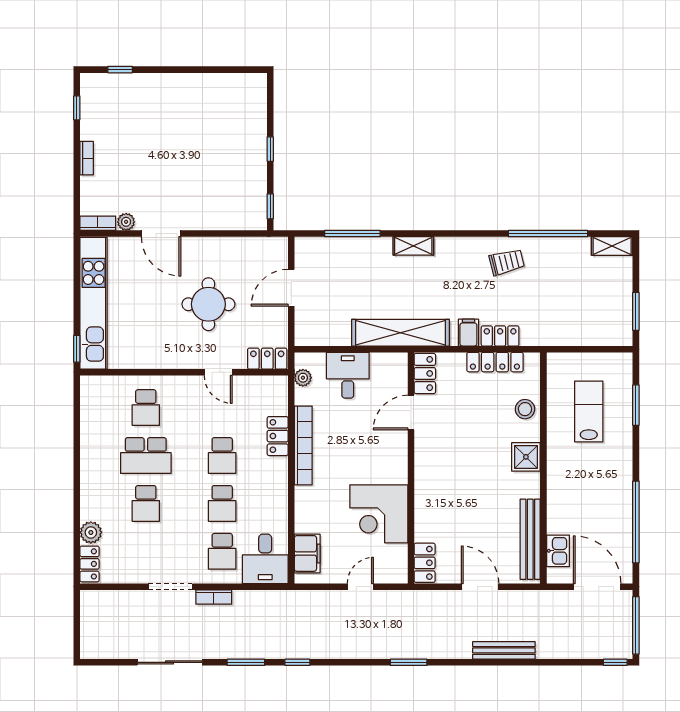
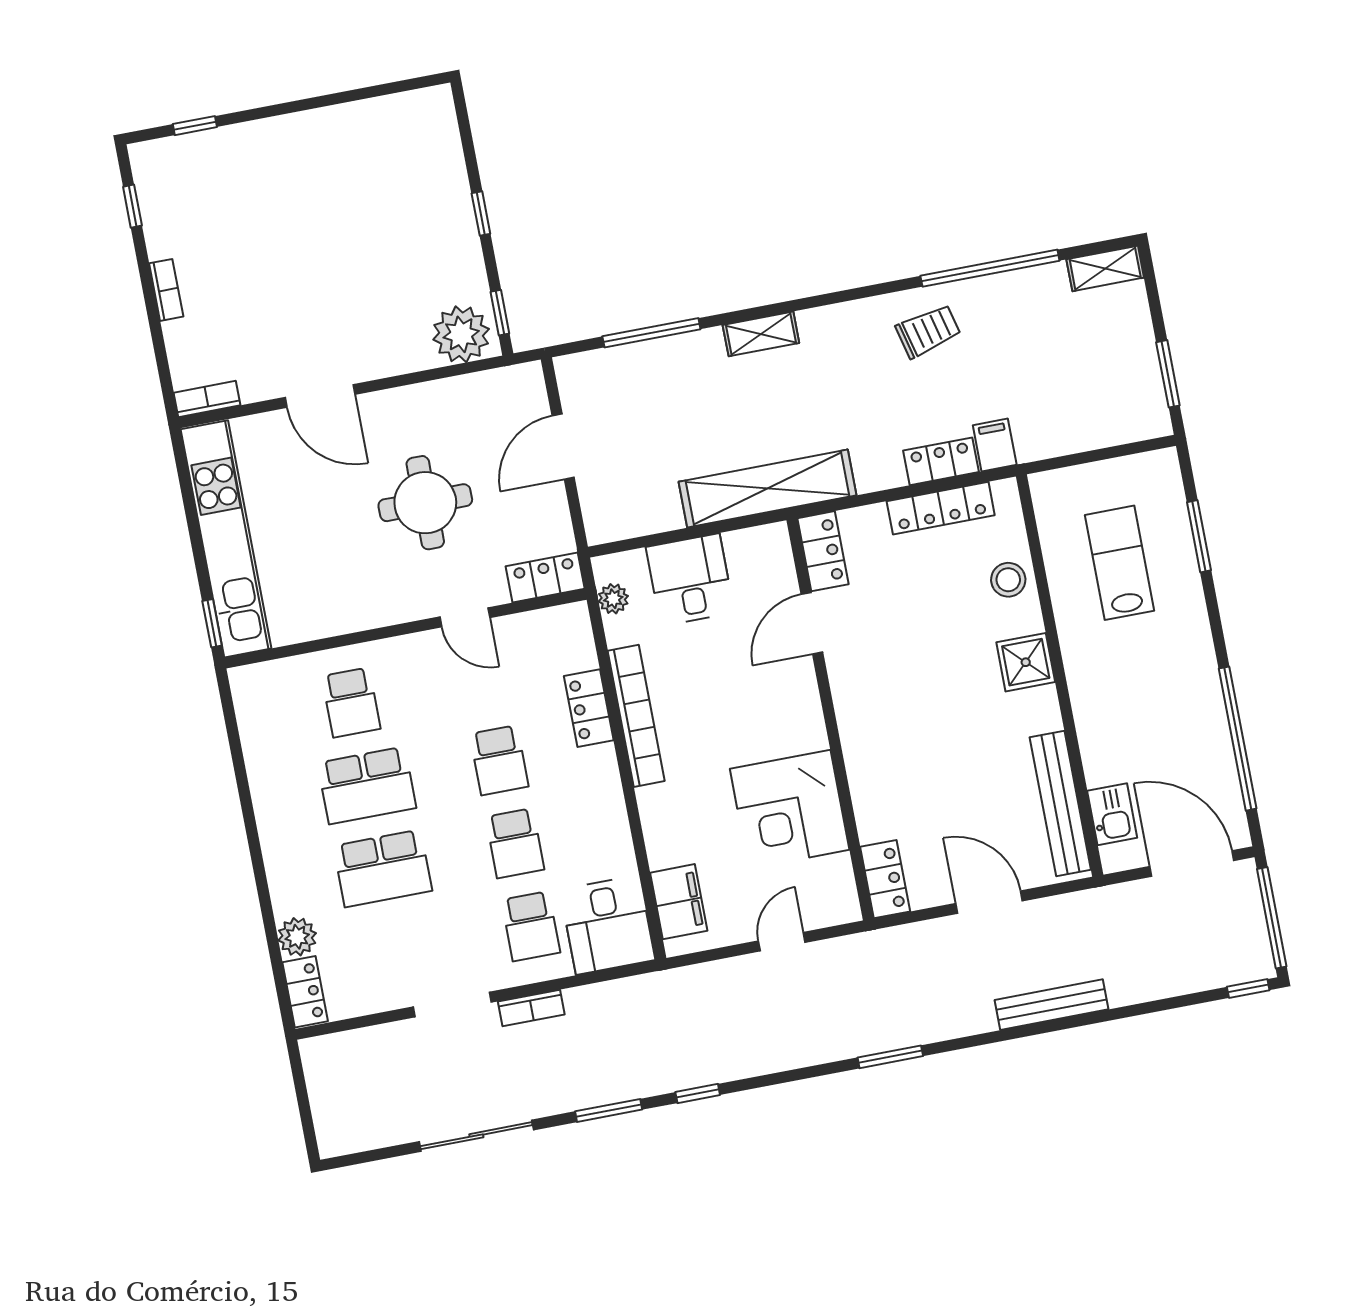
plant: (126, 222) -> (461, 334), moved, width x1.88, depth x1.88
filing cabinet: (468, 333) -> (995, 445), moved
school desk: (146, 503) -> (383, 868), width x1.85

